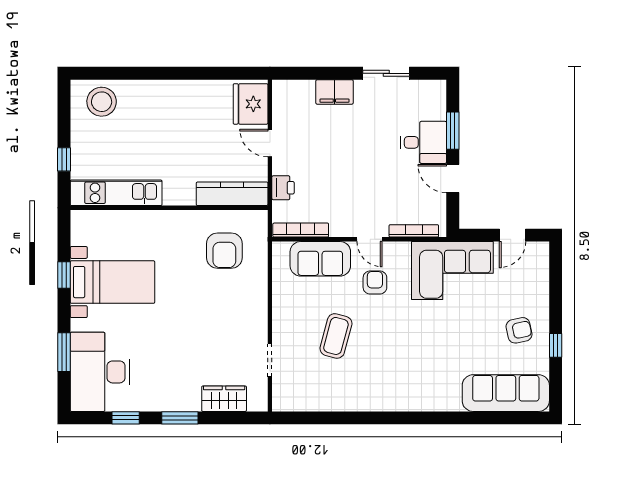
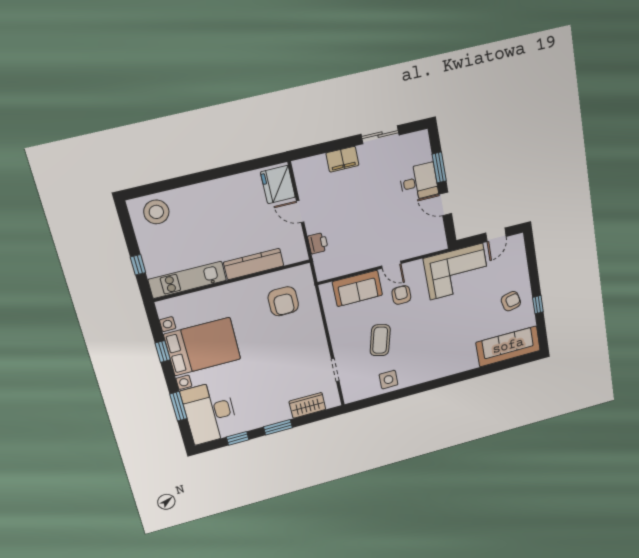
kitchen counter: (232, 194) -> (254, 264), moved
bookcase: (301, 230) -> (338, 271), removed
bookcase: (414, 231) -> (423, 250), removed
bed with nightstands: (112, 282) -> (202, 347), width x1.36
side table: (336, 394) -> (388, 380), added

